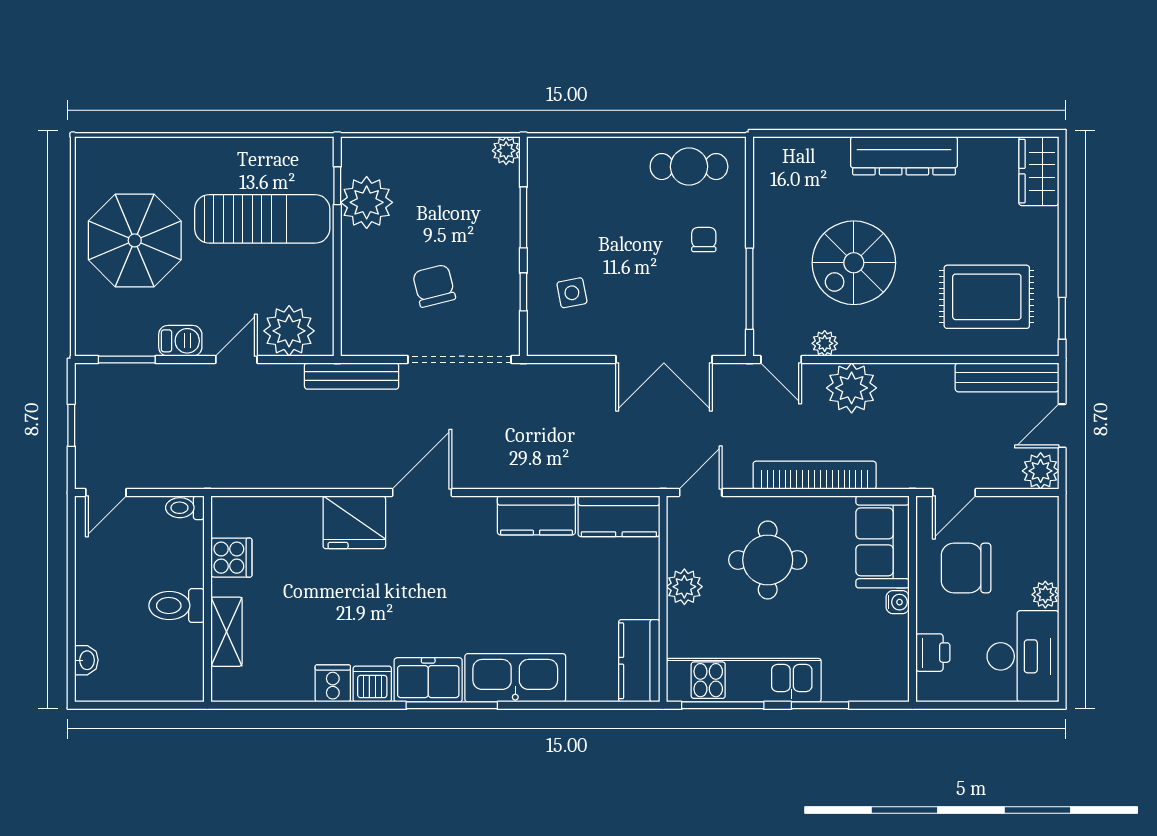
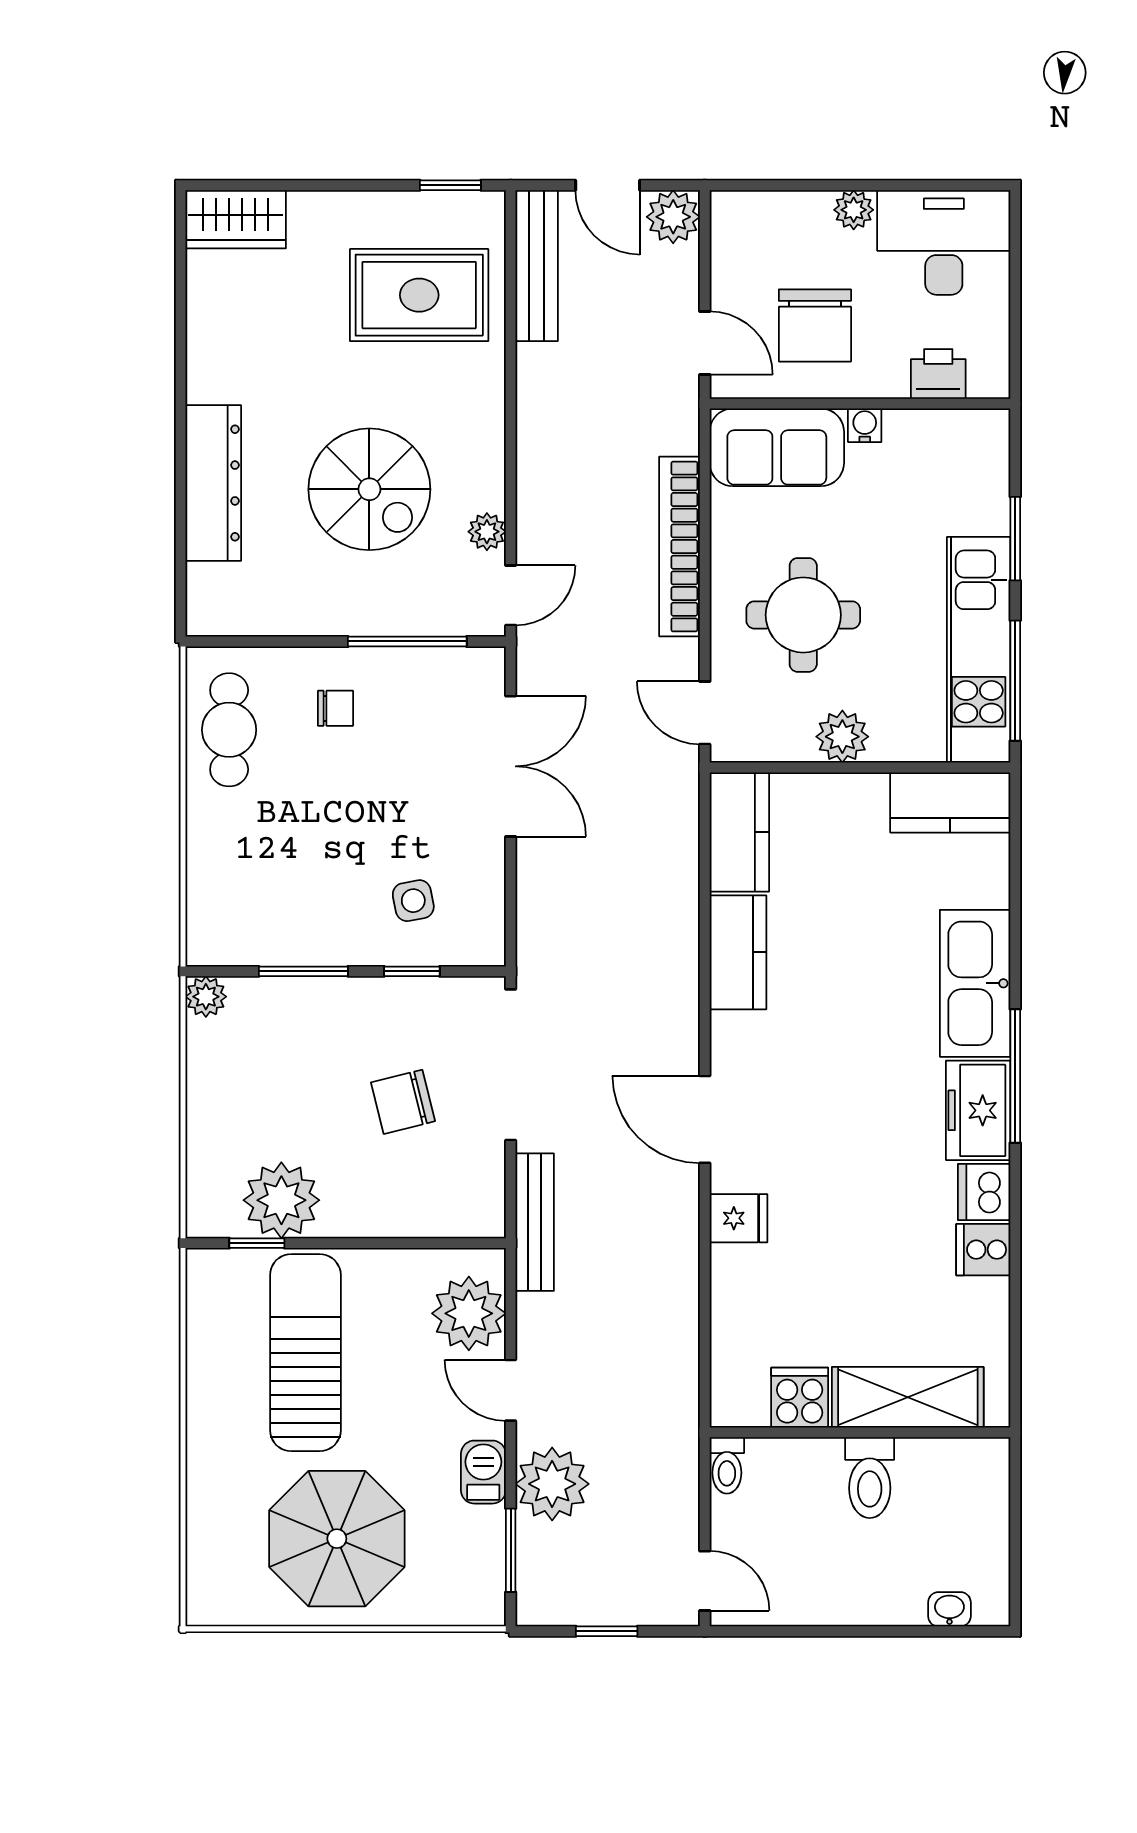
dresser: (904, 156) -> (213, 483), moved
chair: (704, 240) -> (336, 708), turned 180
rug: (987, 297) -> (419, 295), turned 90
plant: (852, 388) -> (552, 1484), moved
fridge: (354, 522) -> (738, 1218), width x0.53, depth x0.75
shelving: (226, 632) -> (908, 1397), width x1.50, depth x1.33

